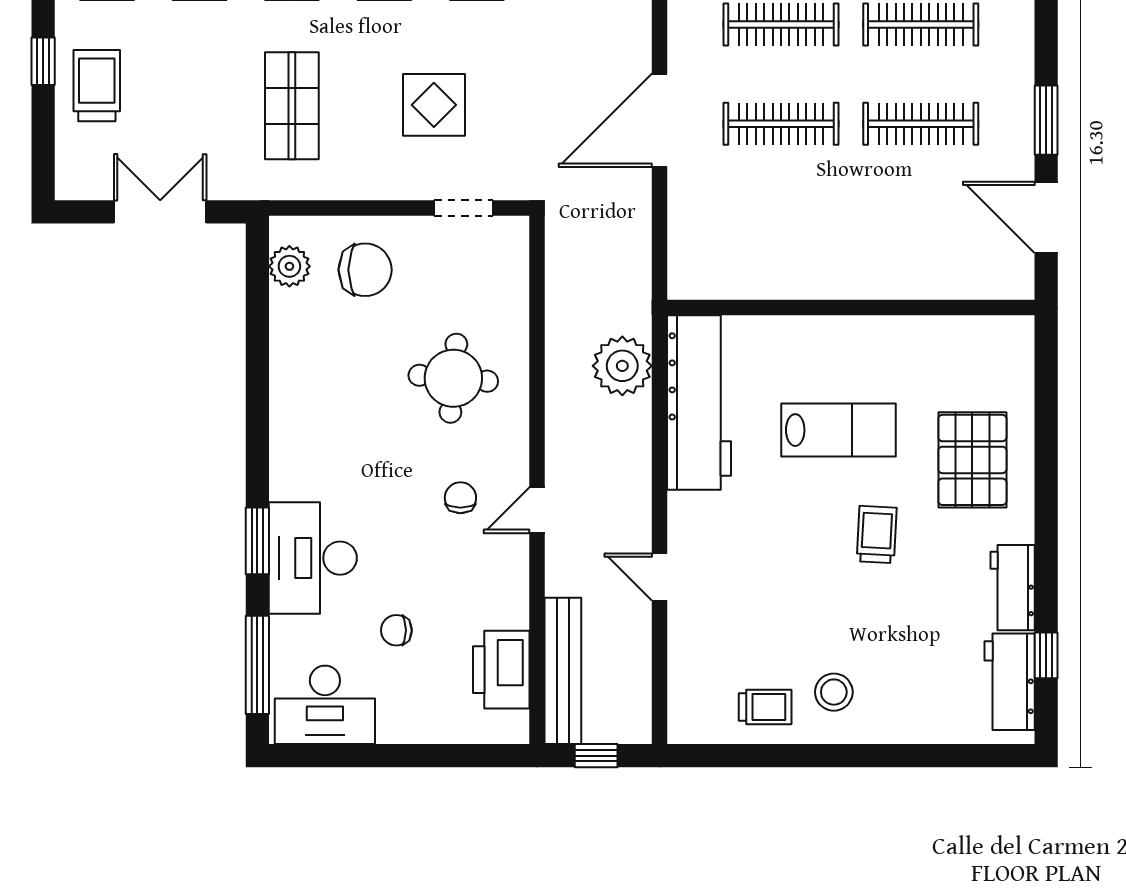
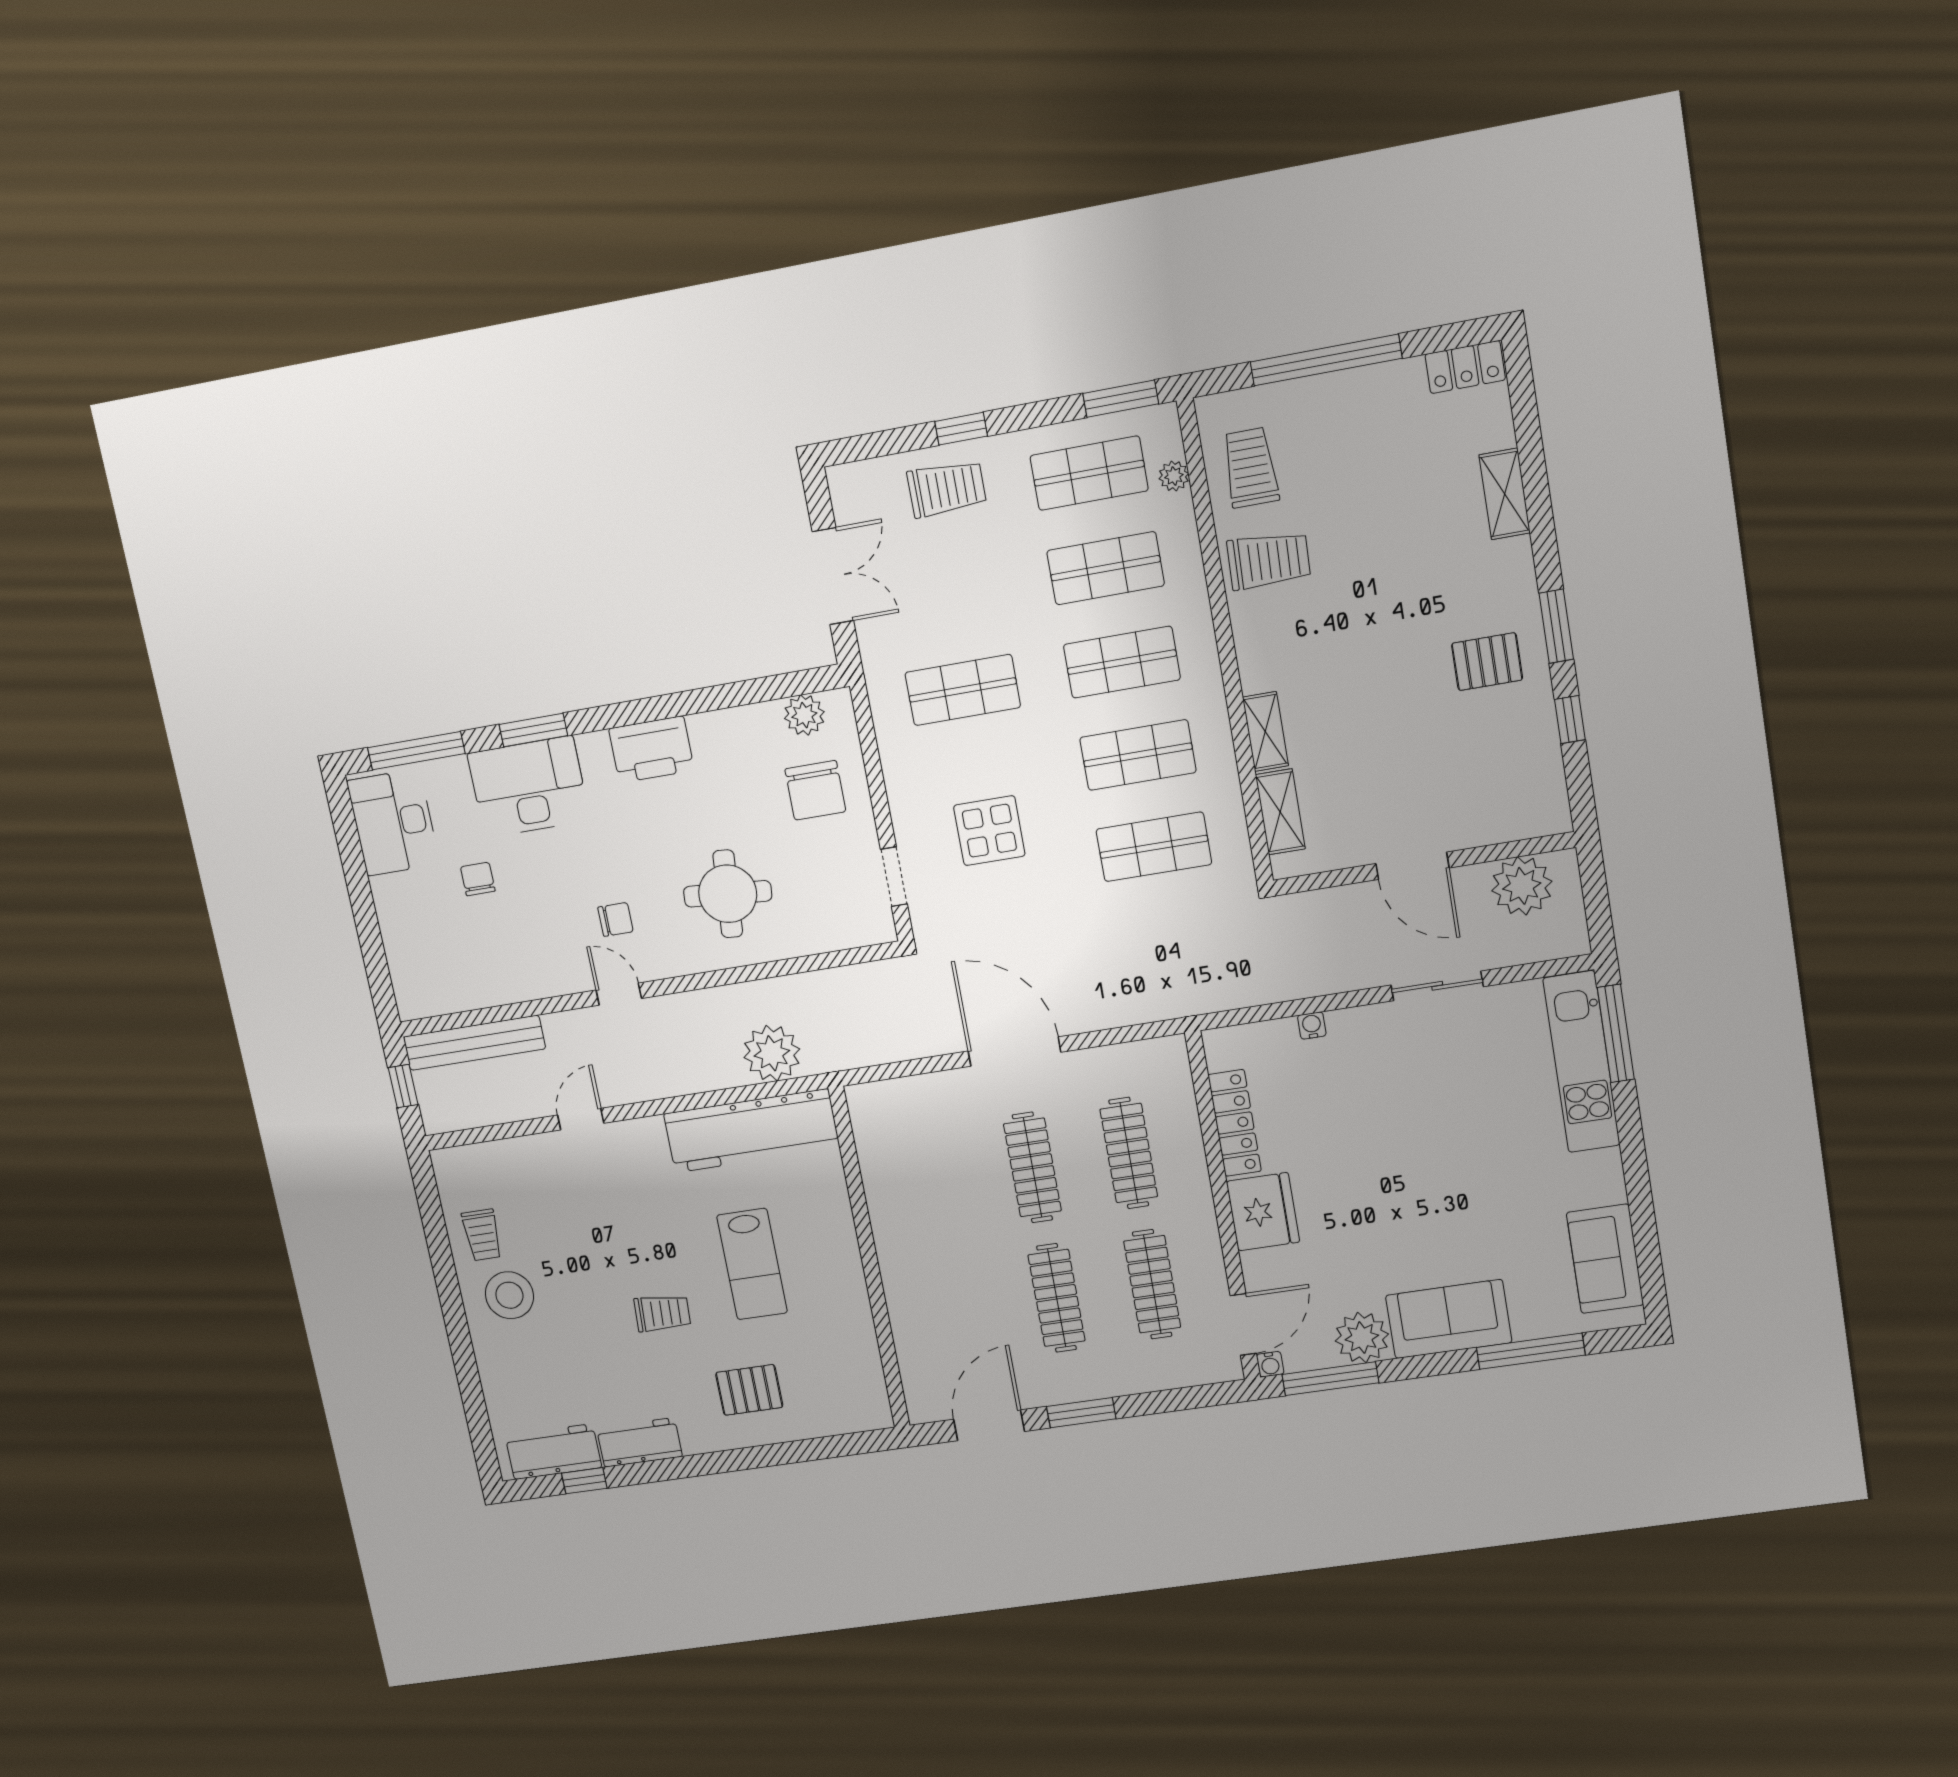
pallet: (972, 460) -> (749, 1390), width x0.67, depth x0.71
printer: (501, 670) -> (651, 749), moved, turned 180
stool: (834, 692) -> (509, 1295), width x1.38, depth x1.38

